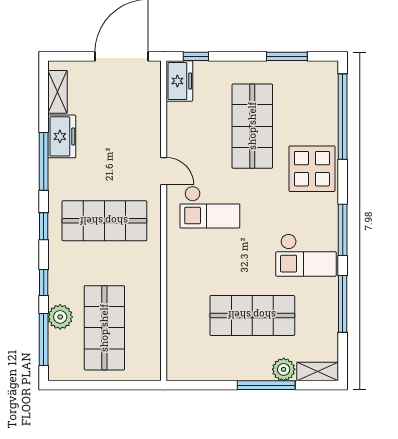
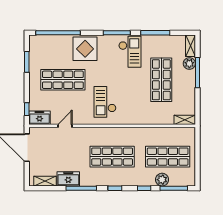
door: (164, 171) -> (65, 126), moved
checkout: (210, 207) -> (105, 102), turned 180
shop shelf: (104, 221) -> (112, 157), turned 90
shelving: (175, 361) -> (185, 120), added

